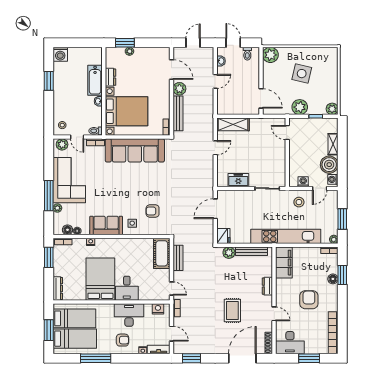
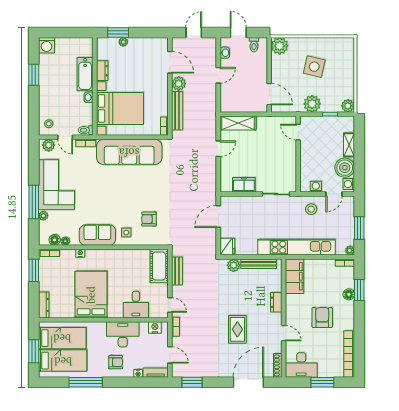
desk: (127, 288) -> (136, 305), moved

